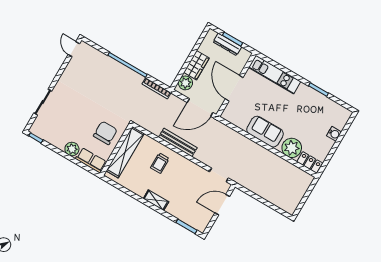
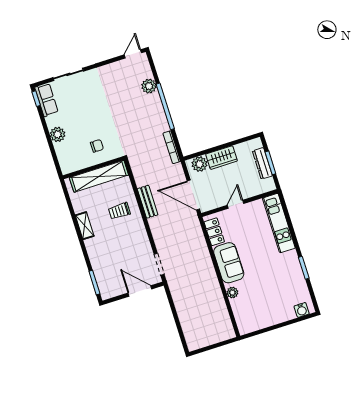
plant: (104, 61) -> (149, 86), added
door: (234, 88) -> (235, 204), width x0.53
chair: (105, 133) -> (97, 146), width x0.54, depth x0.54
water cooler: (334, 134) -> (302, 310), moved
bench: (178, 142) -> (148, 202), width x0.73
plant: (292, 148) -> (232, 293), width x0.53, depth x0.53
row of seats: (91, 160) -> (46, 100), moved
locker: (310, 162) -> (214, 232), moved
shelving: (156, 200) -> (85, 226), moved

